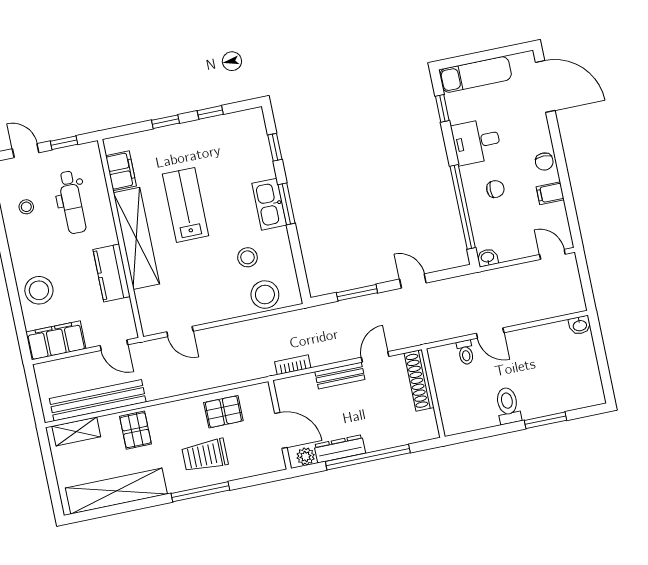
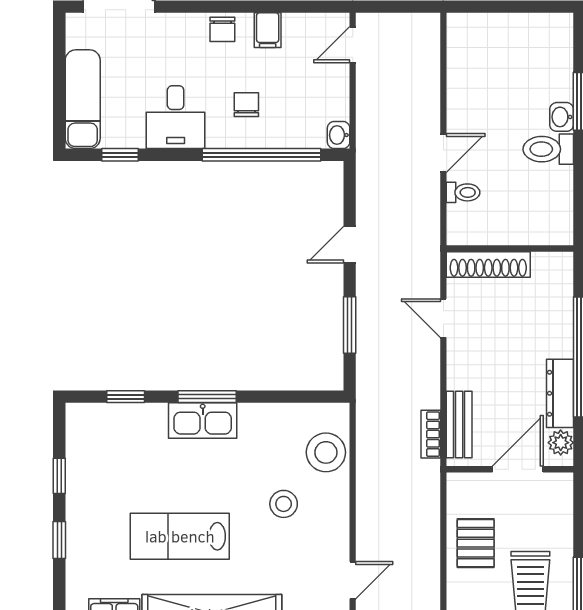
chair: (544, 162) -> (222, 29), turned 90
stool: (247, 257) -> (284, 504), moved
washbasin: (580, 325) -> (562, 117), moved, turned 180
bench: (340, 376) -> (459, 425), moved

